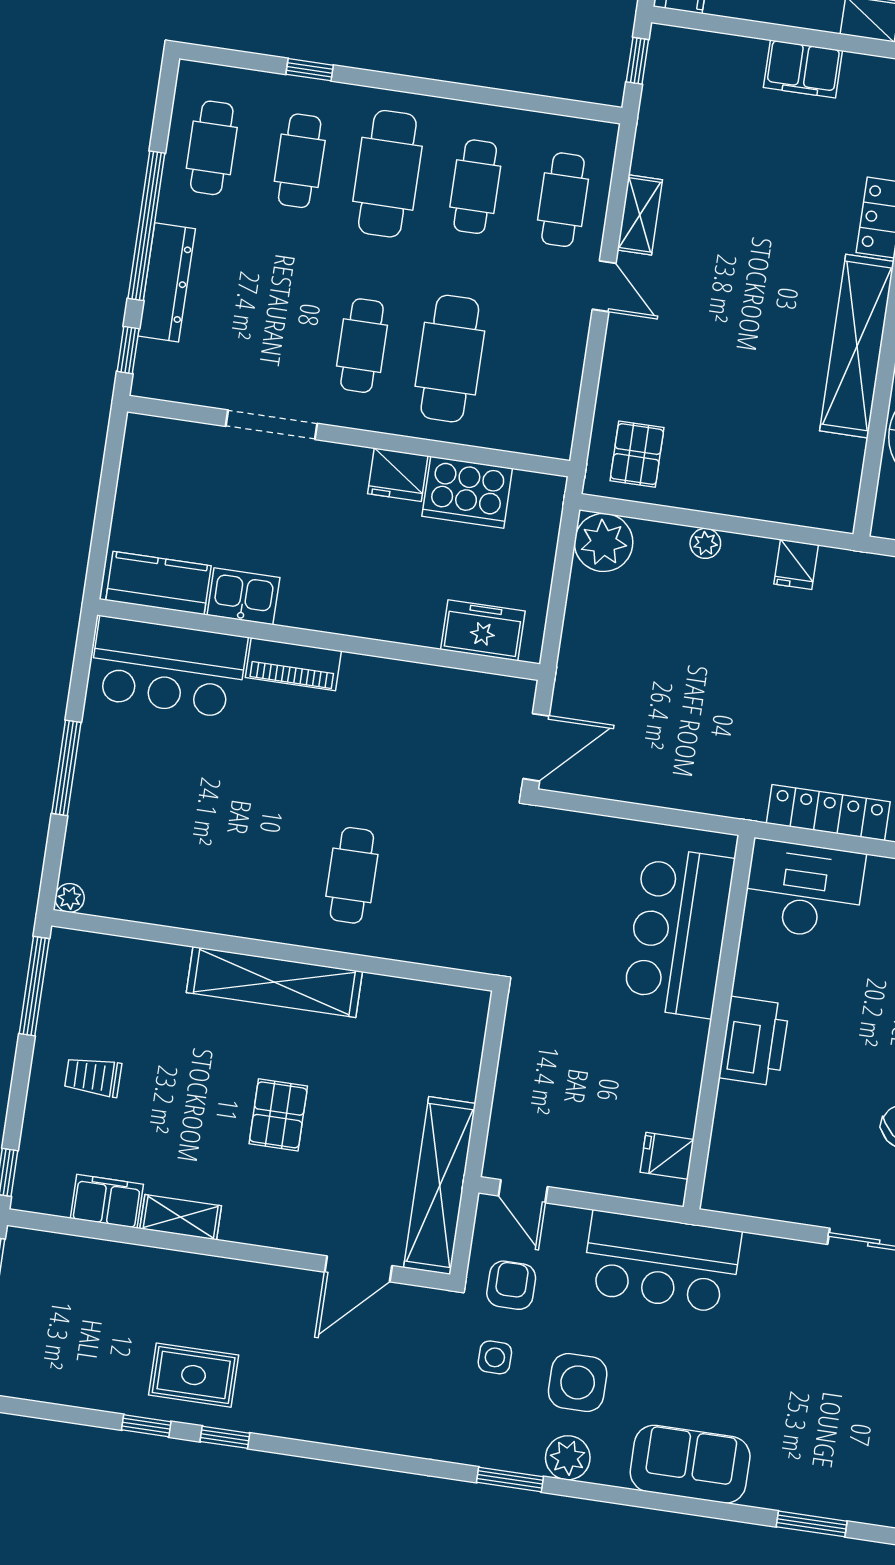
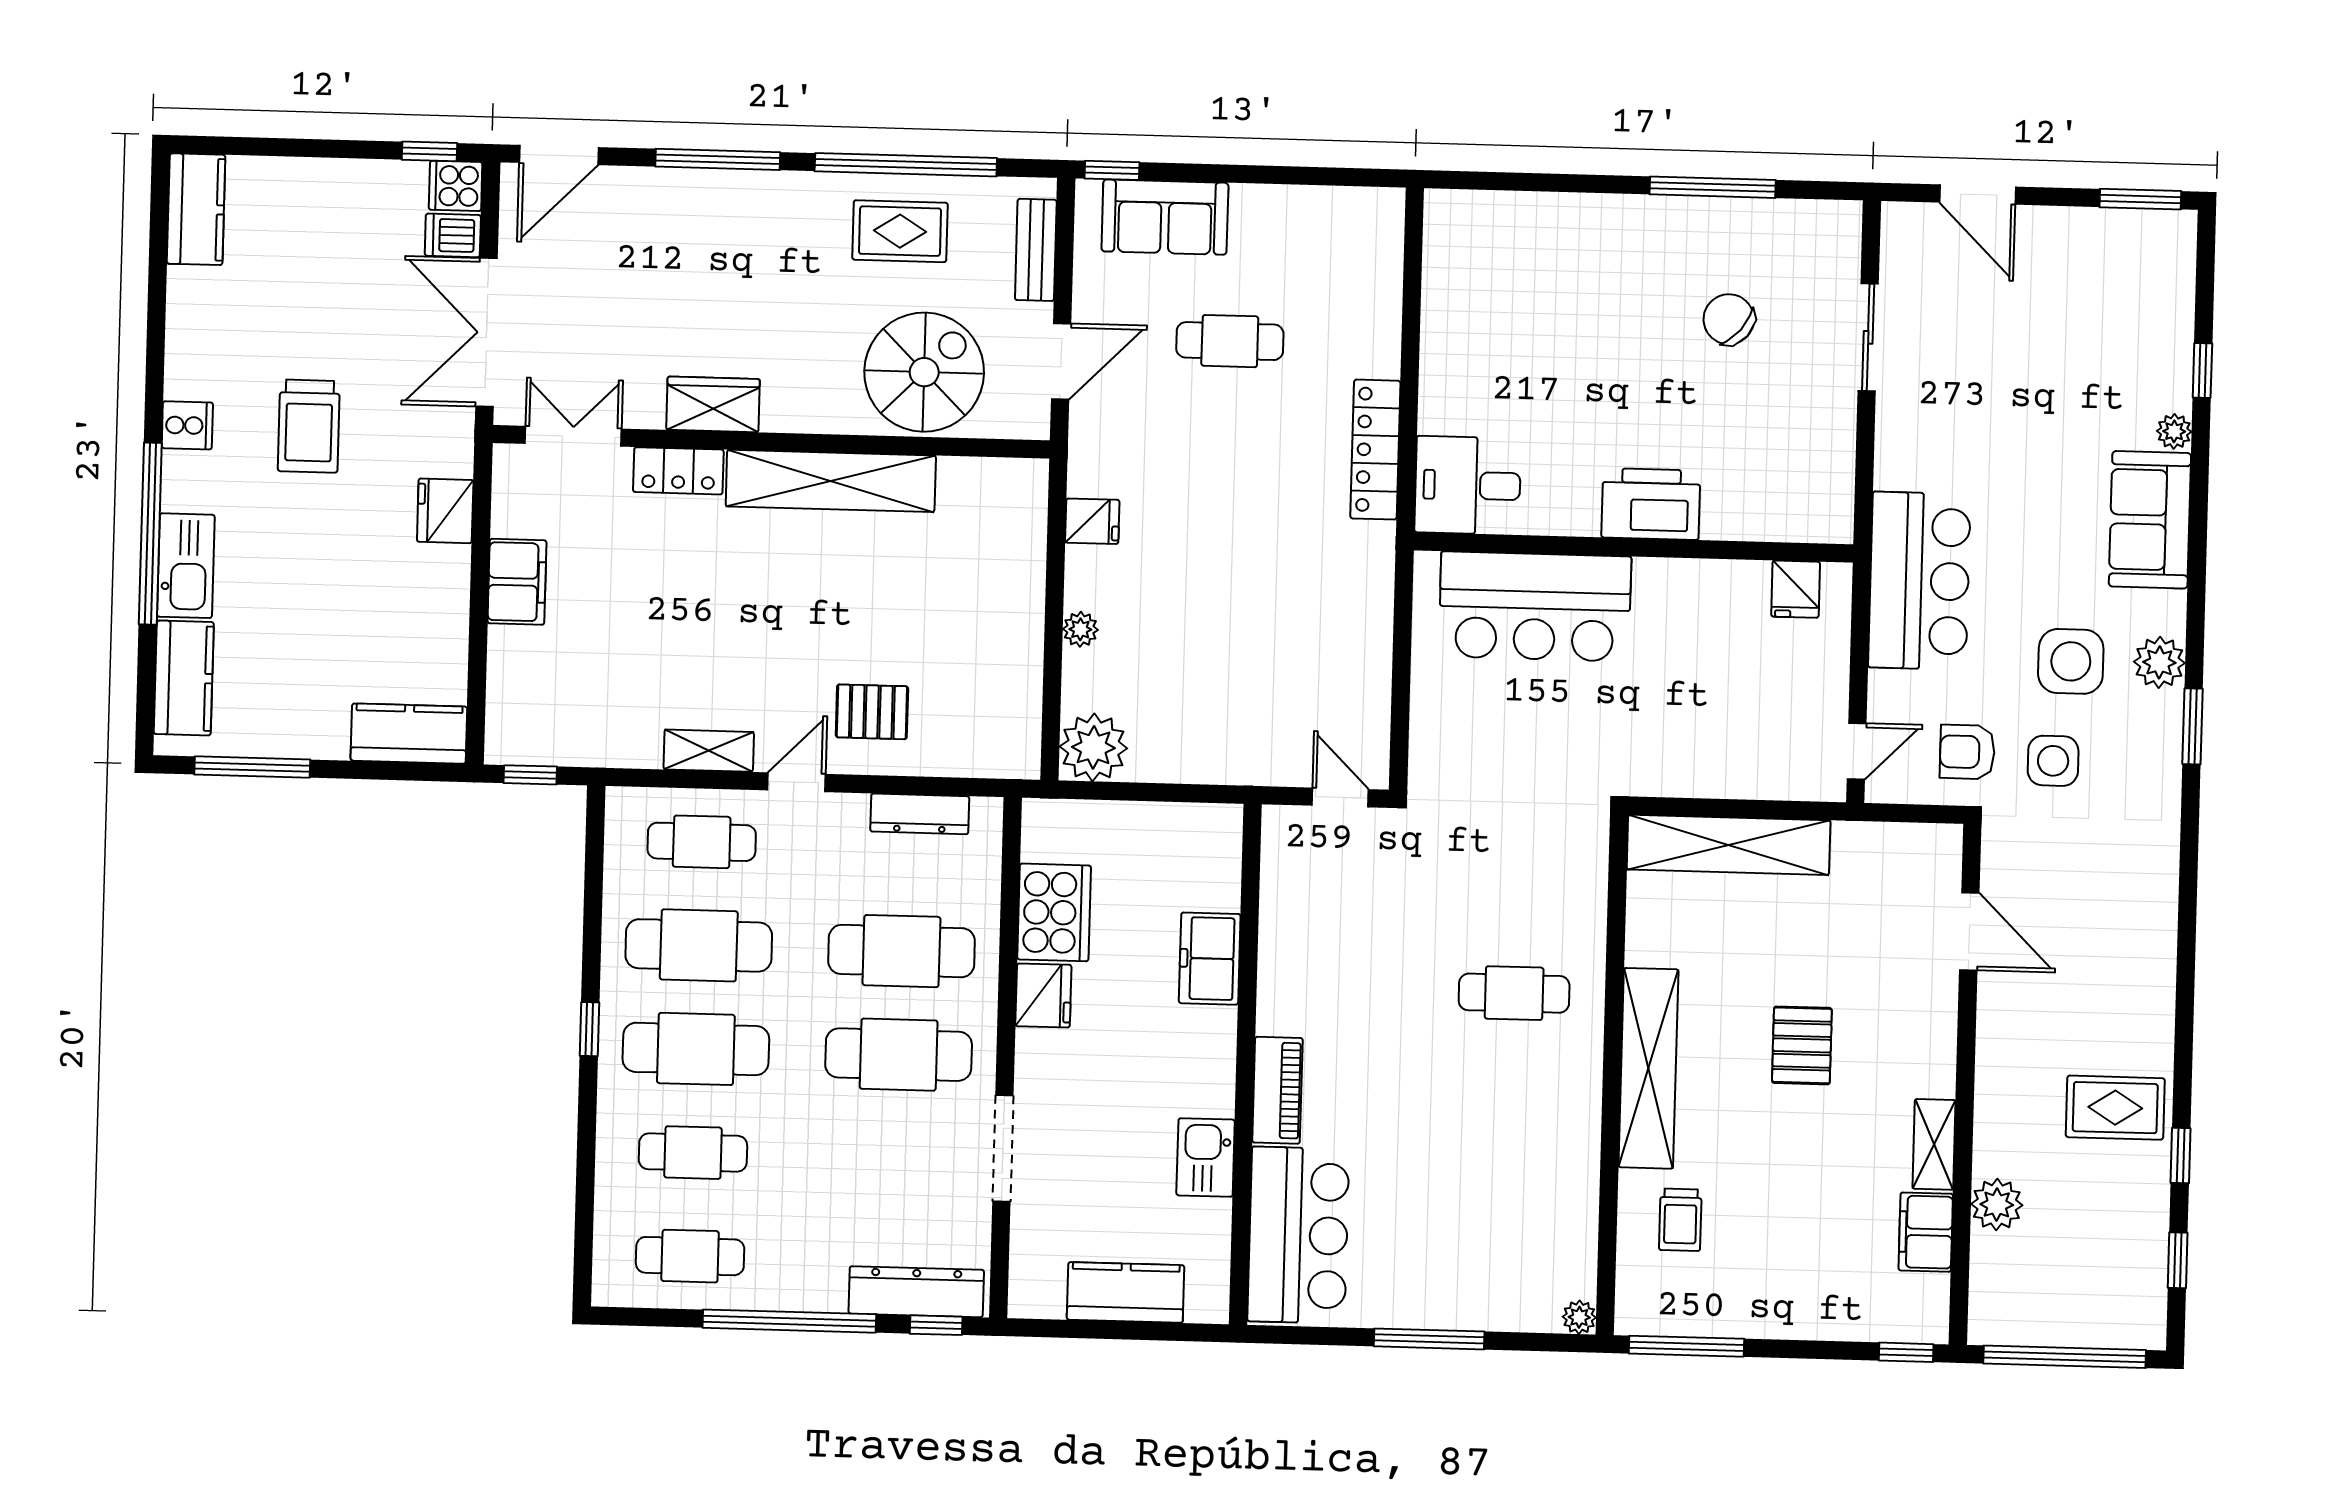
window: (310, 70) -> (589, 1029), moved
cafe table: (475, 187) -> (699, 945), width x1.37, depth x1.35
dresser: (167, 282) -> (916, 1292), moved
cafe table: (362, 346) -> (899, 1055), width x1.37, depth x1.35
dresser: (565, 388) -> (920, 814), added
pallet: (637, 454) -> (872, 712), moved
kitchen counter: (159, 583) -> (1126, 1292), moved, turned 90
freezer: (483, 630) -> (1210, 959), moved
door: (536, 747) -> (1340, 797), width x0.73
desk: (804, 890) -> (1468, 485), width x0.73
trolley: (93, 1077) -> (1680, 1220), moved
pallet: (278, 1115) -> (1802, 1045), turned 90
shelving: (440, 1185) -> (1729, 845), moved
plant: (123, 1264) -> (1997, 1205), added
side table: (495, 1357) -> (2053, 761), width x1.37, depth x1.37
rug: (194, 1375) -> (2115, 1108), turned 90
window: (225, 1437) -> (2178, 1260), moved
plant: (763, 1494) -> (2174, 431), added
window: (812, 1524) -> (2202, 371), width x0.67

